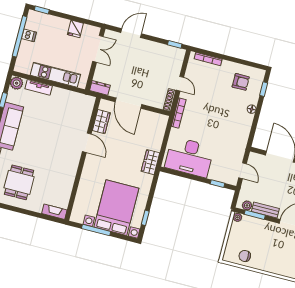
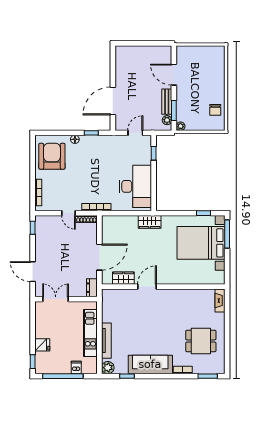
fridge: (75, 29) -> (42, 345), moved
dishwasher: (29, 35) -> (76, 368), moved
armchair: (241, 82) -> (52, 156), width x1.88, depth x1.88
door: (180, 84) -> (68, 213), swing flipped
tv unit: (39, 87) -> (106, 341), width x1.41
window: (264, 89) -> (91, 133), moved
window: (96, 230) -> (227, 234), moved

